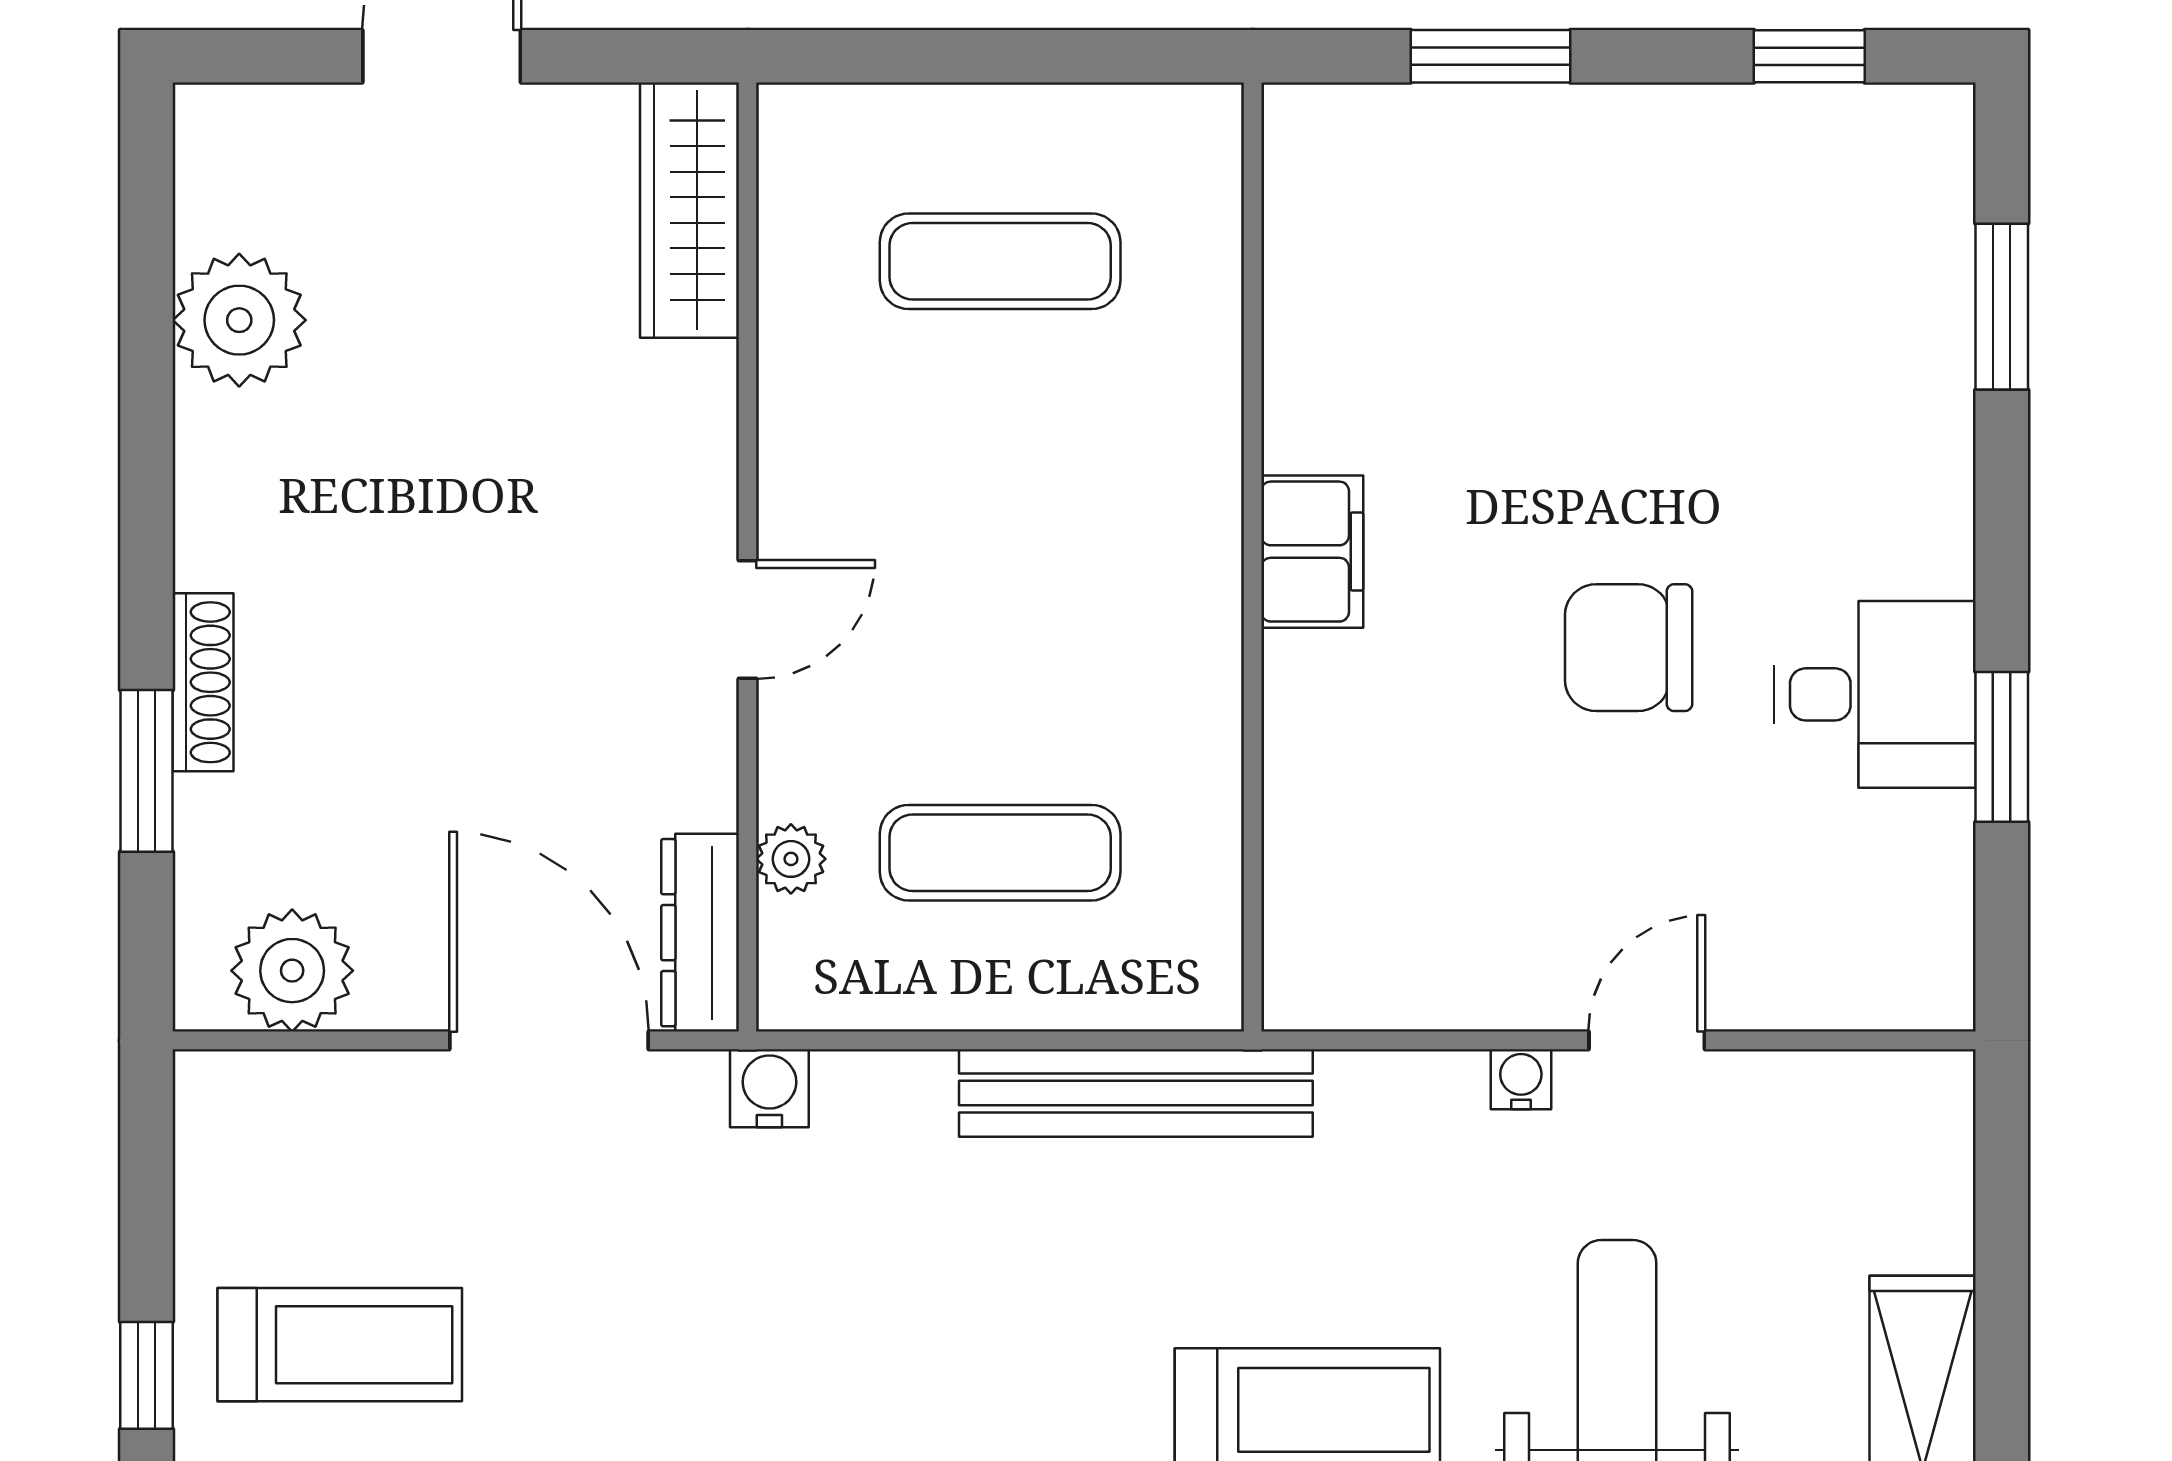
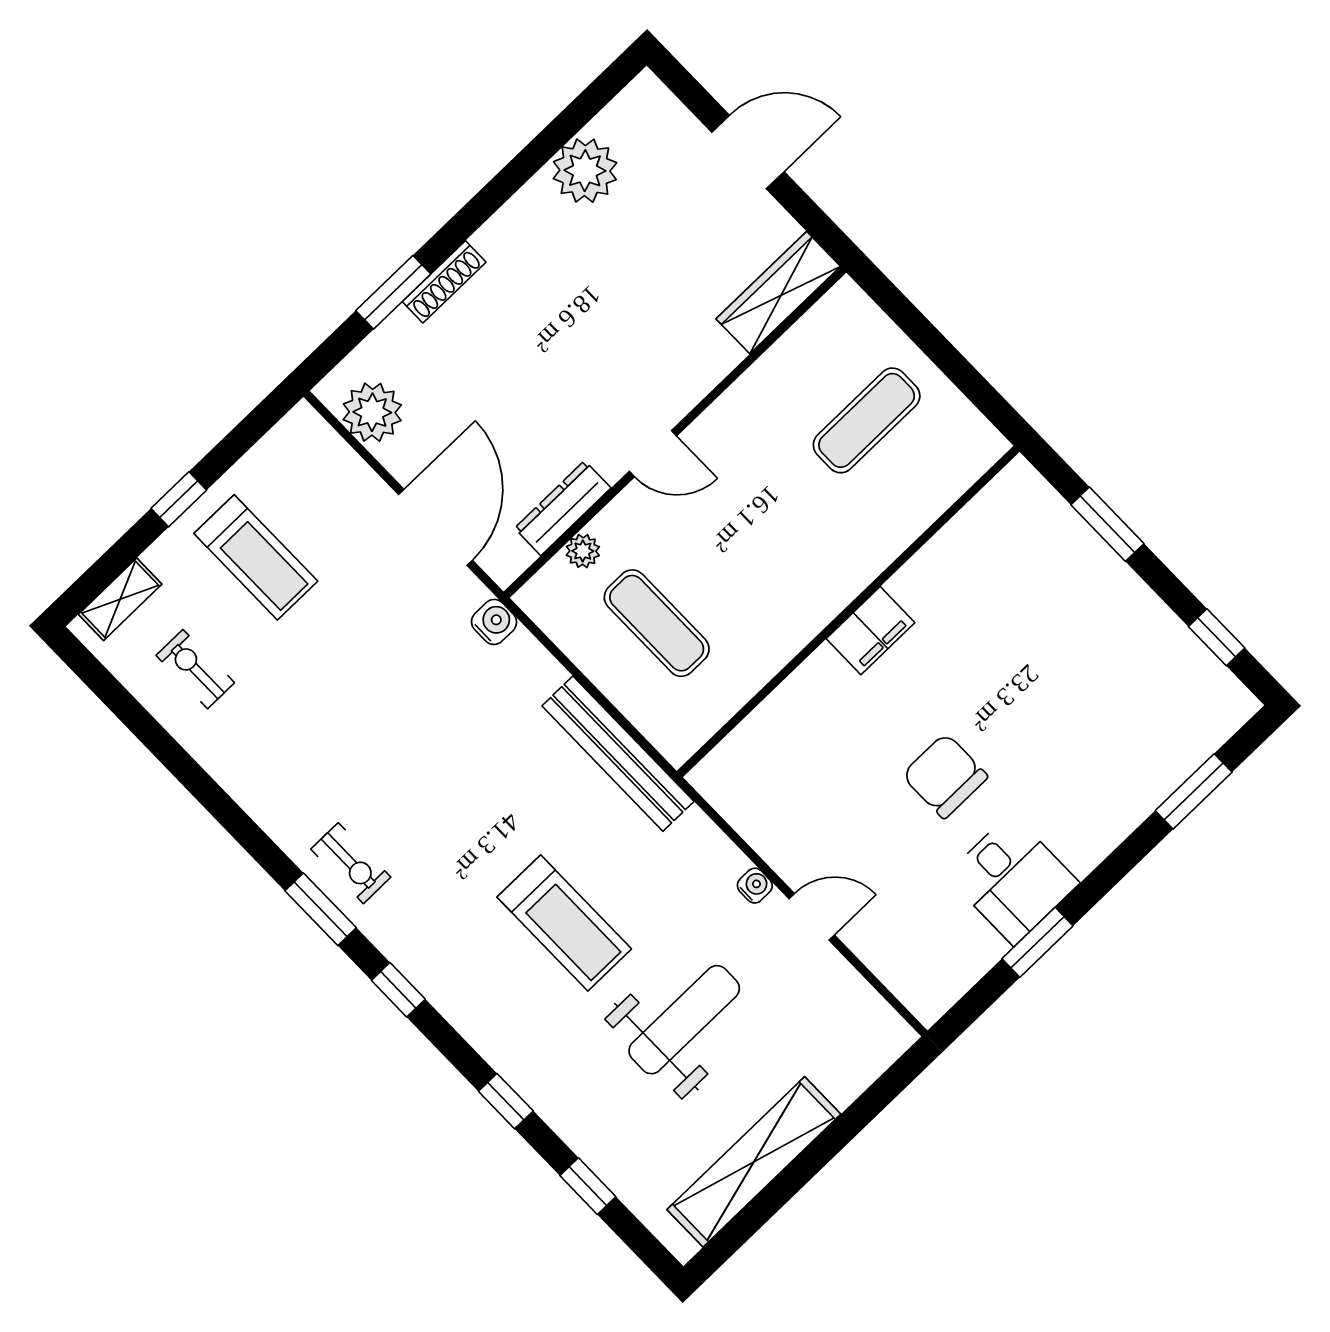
exercise mat: (1000, 261) -> (867, 420), turned 90
dresser: (700, 933) -> (563, 508), moved

